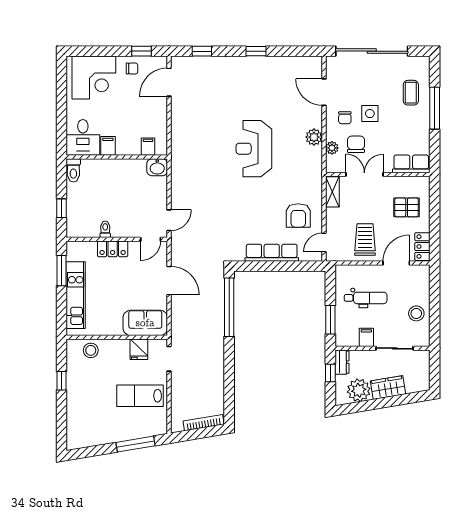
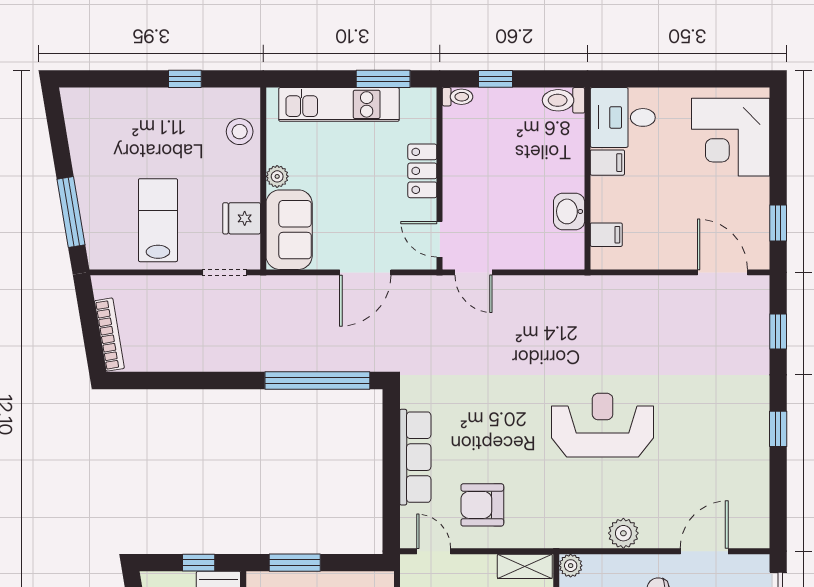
chair: (132, 69) -> (747, 206), removed
plant: (332, 148) -> (571, 566), moved
washbasin: (157, 167) -> (569, 211), moved
toilet: (105, 229) -> (458, 97), moved
plant: (116, 329) -> (277, 176), added

